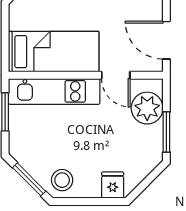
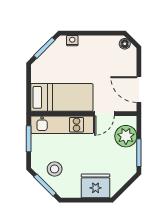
door: (116, 75) -> (104, 114), hinge flipped
stool: (62, 180) -> (55, 169), moved
fridge: (113, 185) -> (96, 186), width x1.88, depth x1.34

